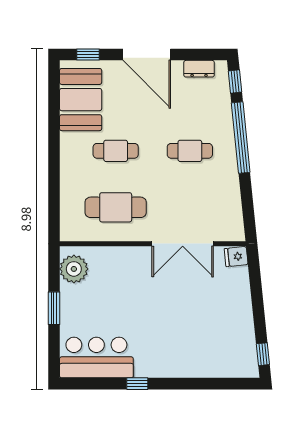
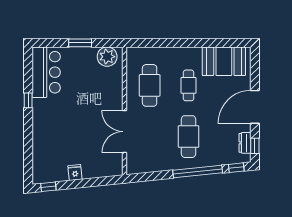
window: (88, 55) -> (255, 146), moved
cafe table: (190, 151) -> (189, 137), width x1.37, depth x1.35
fridge: (236, 257) -> (75, 173), moved

